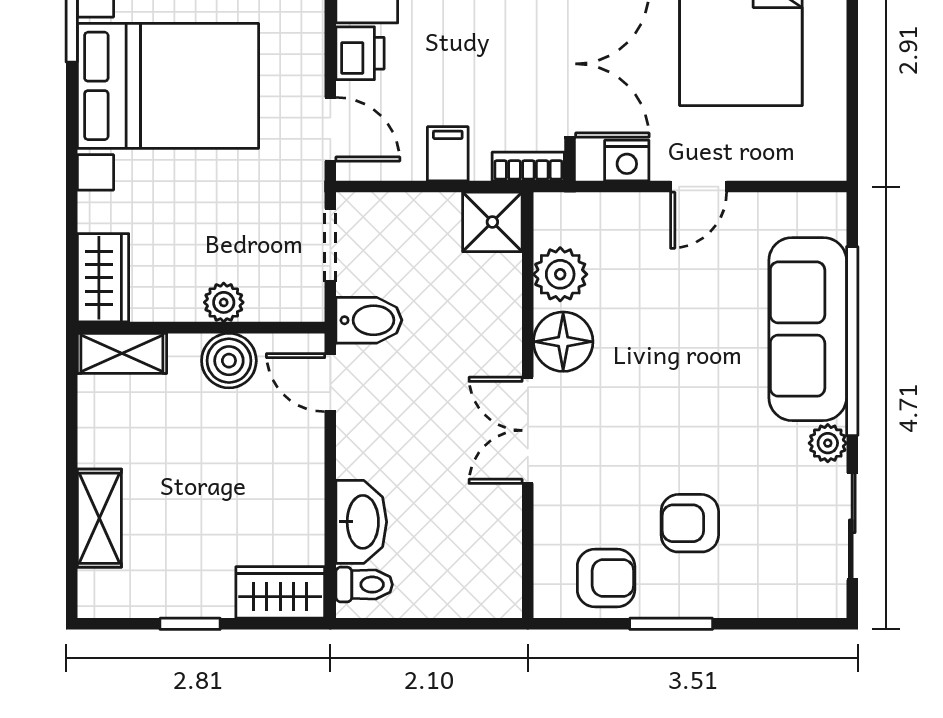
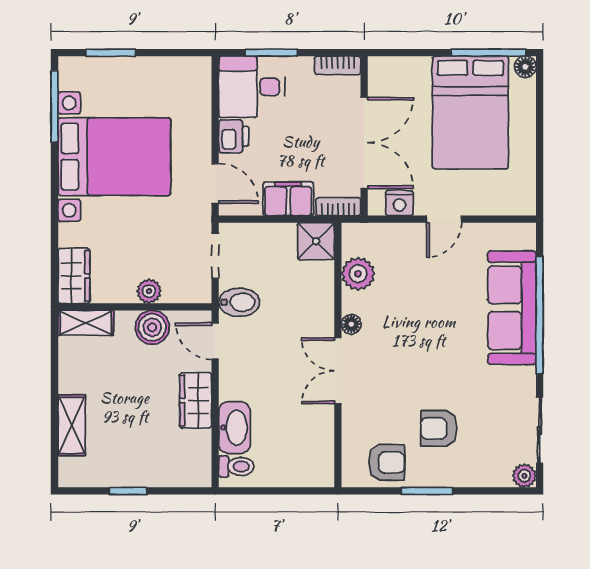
filing cabinet: (448, 154) -> (288, 199), width x2.00
floor lamp: (563, 342) -> (351, 324), width x0.53, depth x0.53
plant: (828, 443) -> (524, 476), moved
wardrobe: (280, 592) -> (196, 400), moved, turned -90

